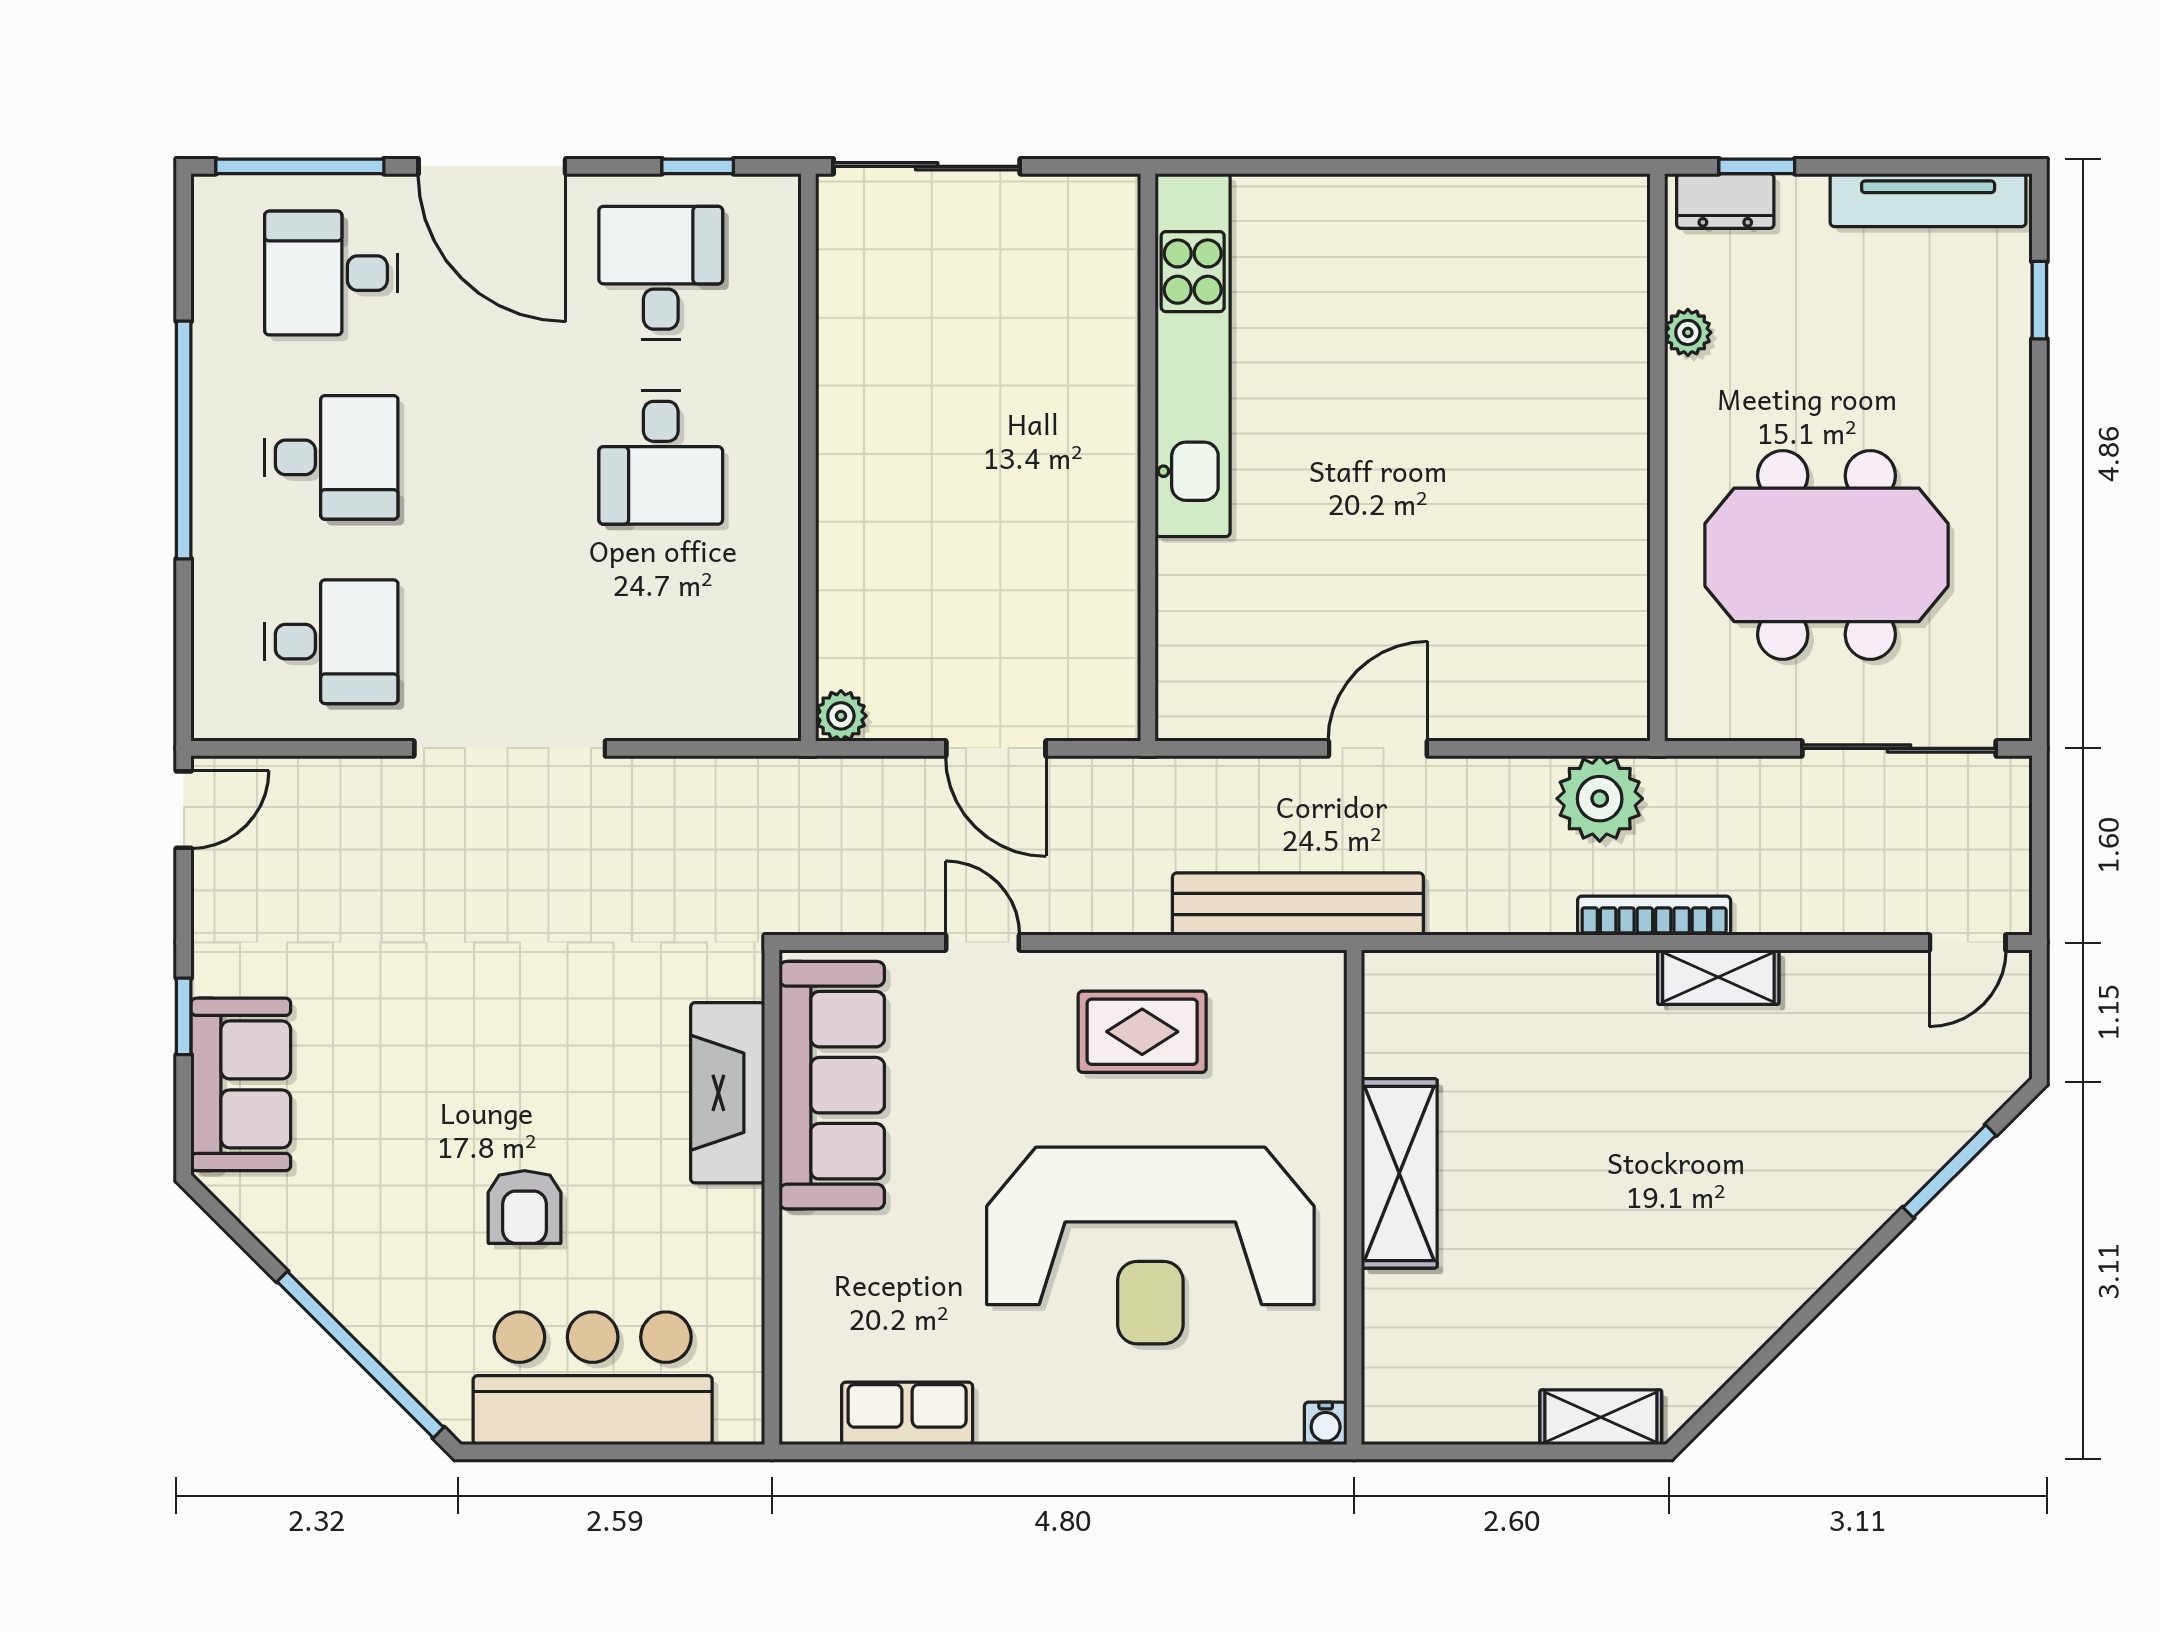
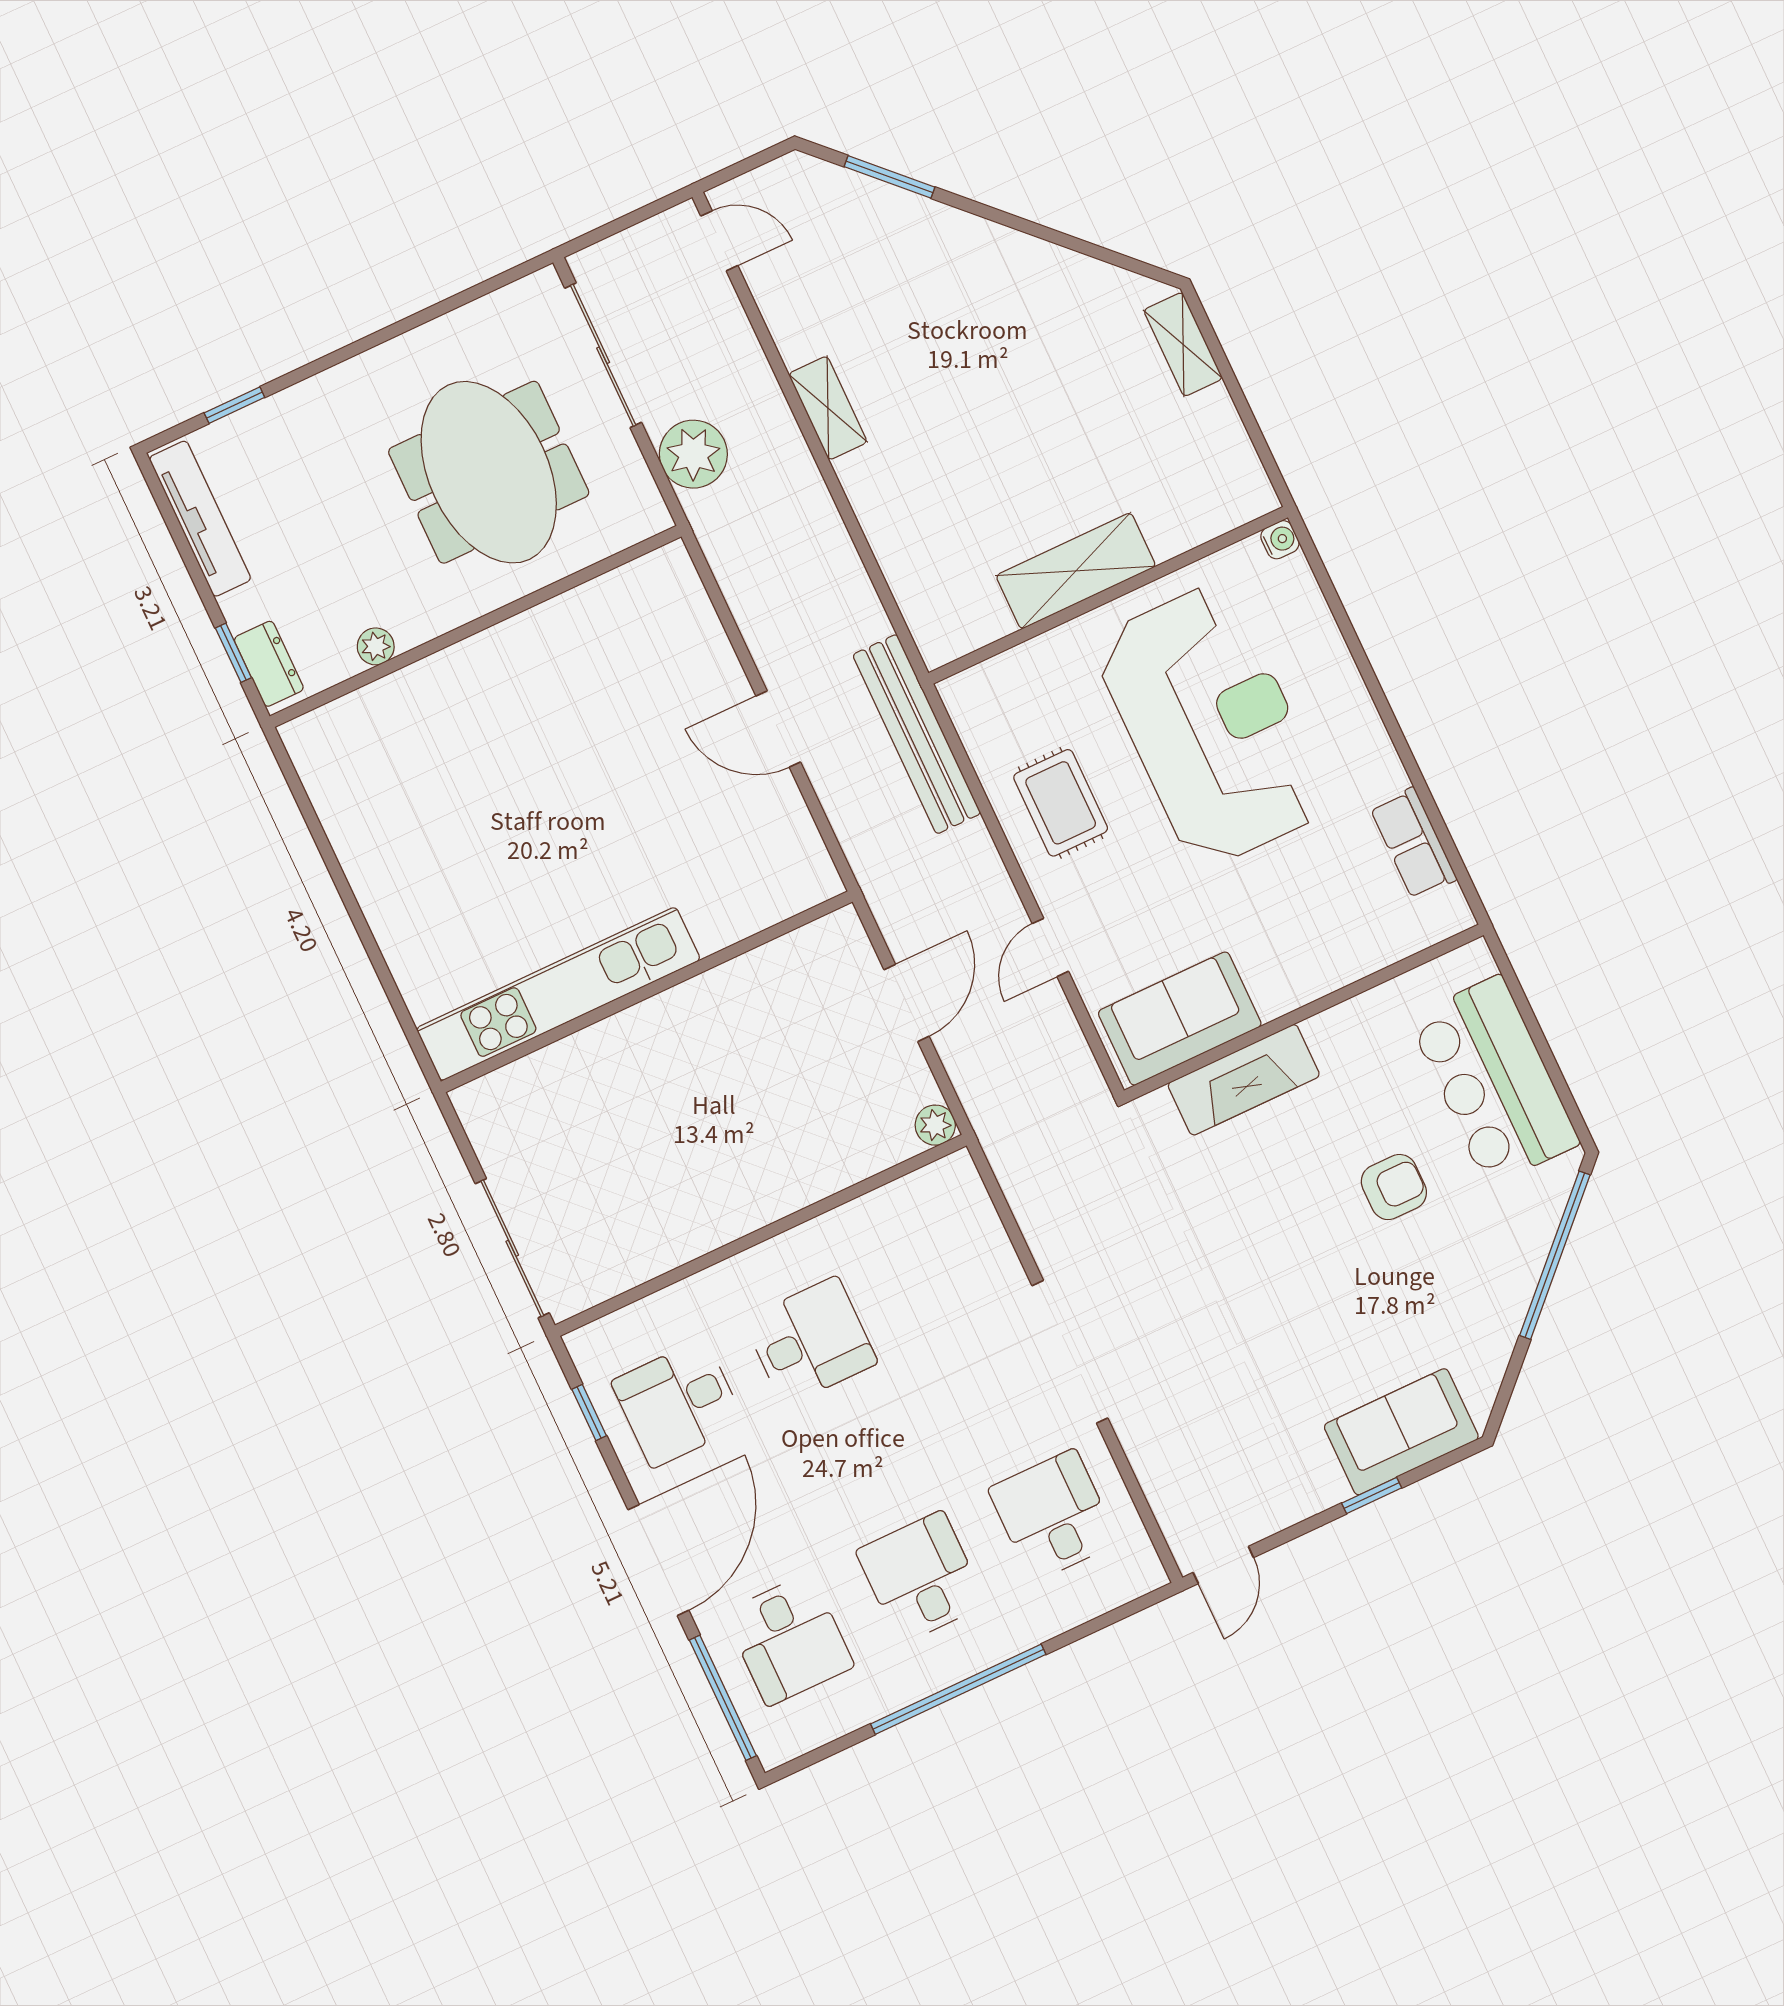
plant: (1600, 799) -> (693, 454), moved
door: (184, 810) -> (1223, 1565), swing flipped
bookcase: (1654, 916) -> (805, 475), removed
sofa: (832, 1085) -> (1180, 1019), width x0.73

